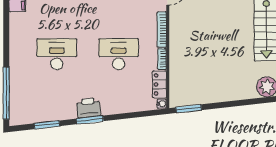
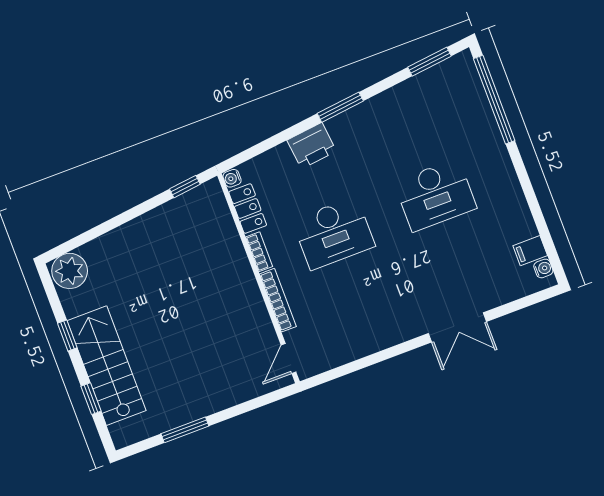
printer: (89, 108) -> (312, 146), moved
window: (189, 109) -> (185, 187), width x0.67
window: (47, 125) -> (429, 62), moved

